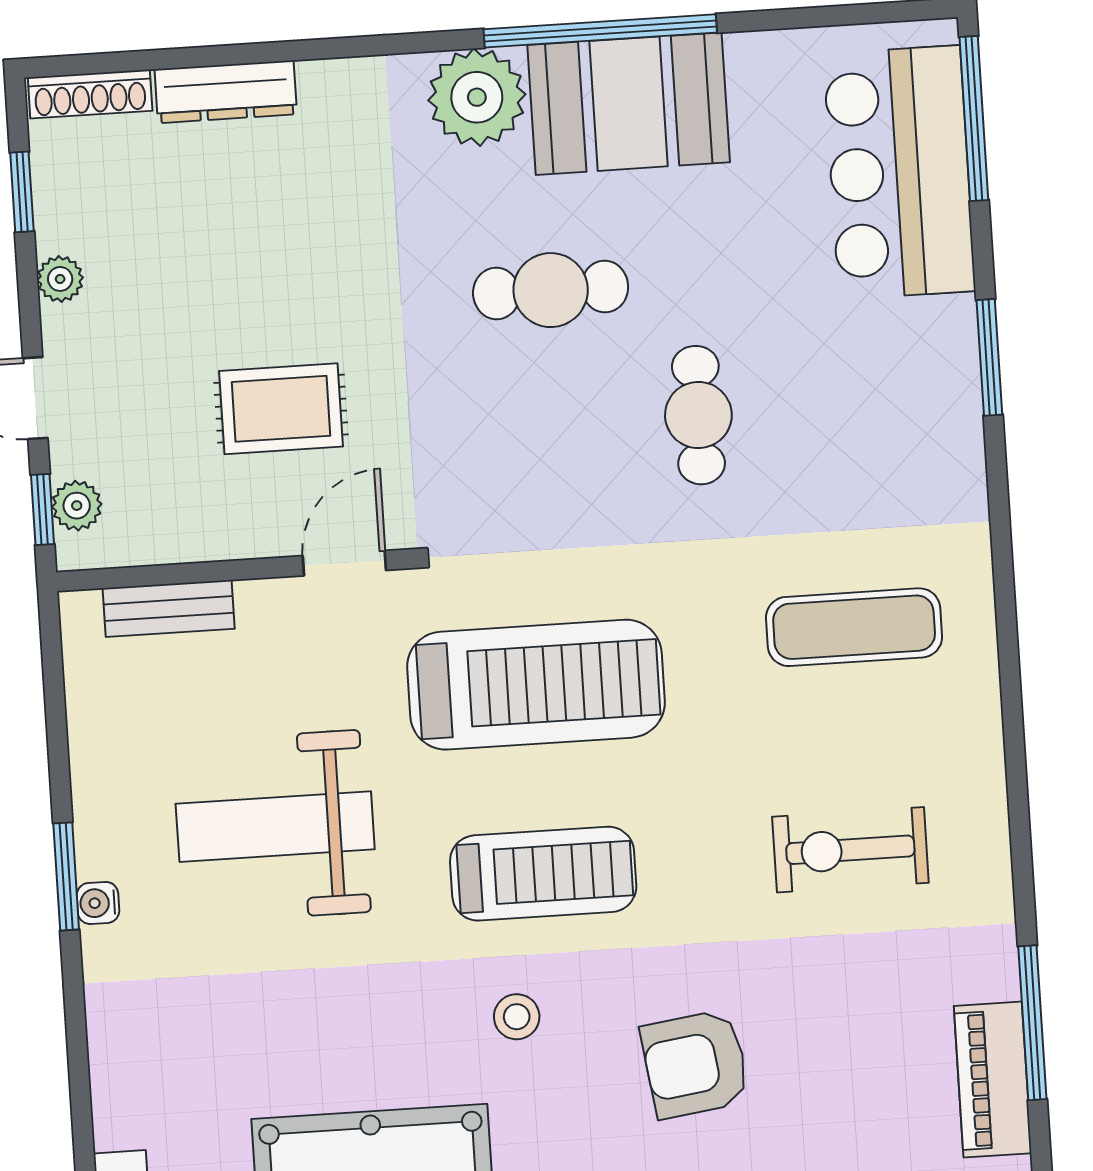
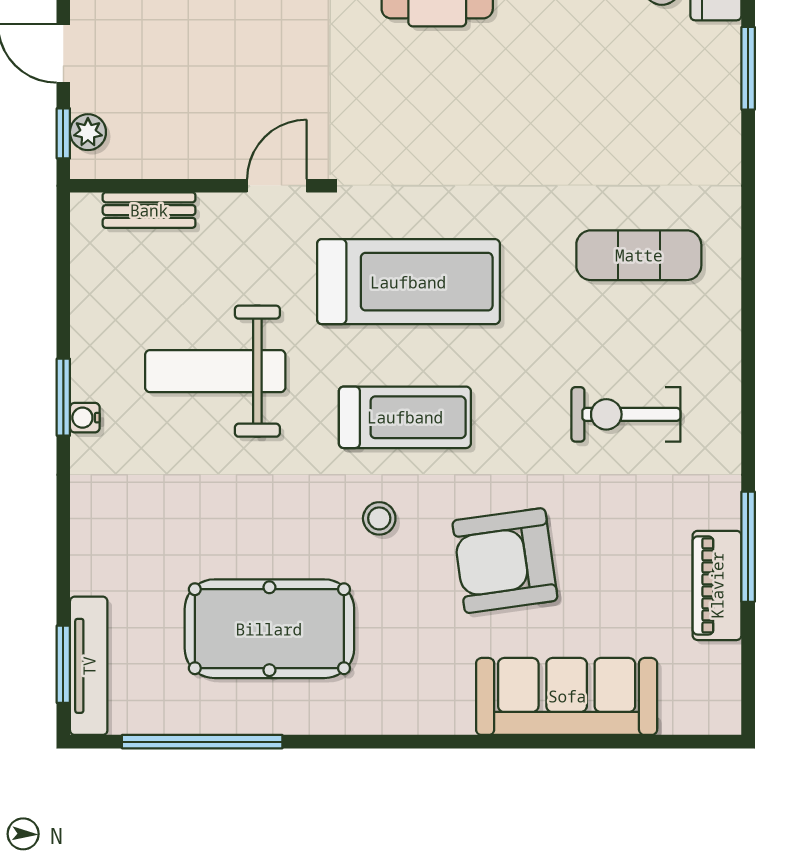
rug: (281, 409) -> (239, 72), removed
cafe table: (698, 415) -> (537, 96), removed
armchair: (695, 1064) -> (505, 561), width x1.36, depth x1.36

